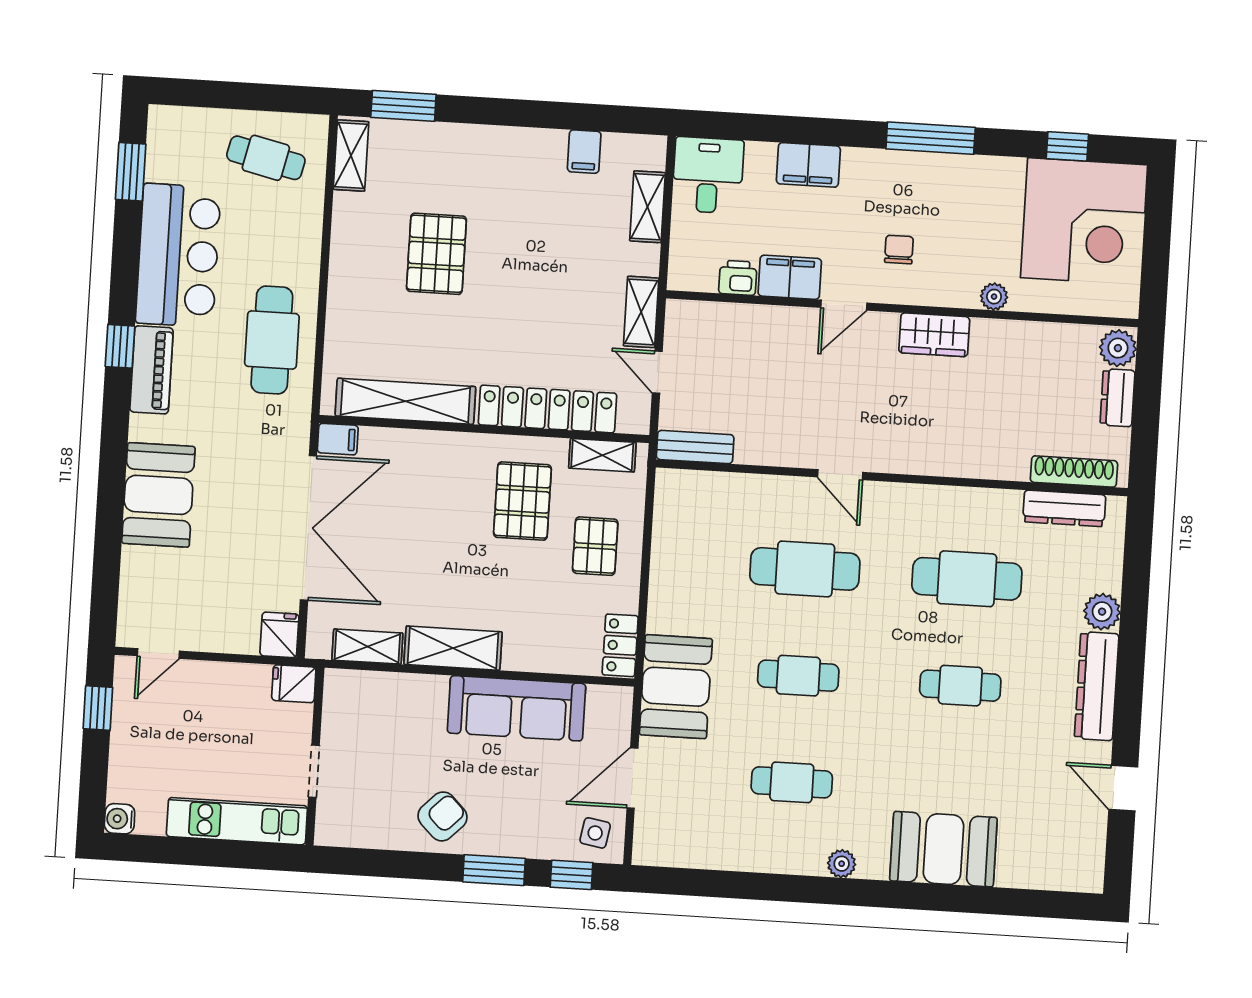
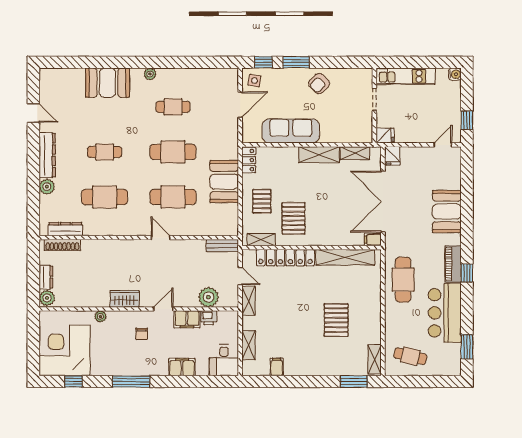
plant: (735, 327) -> (209, 297), added
cafe table: (798, 676) -> (173, 152), width x1.37, depth x1.35
booth: (676, 687) -> (224, 182), moved

